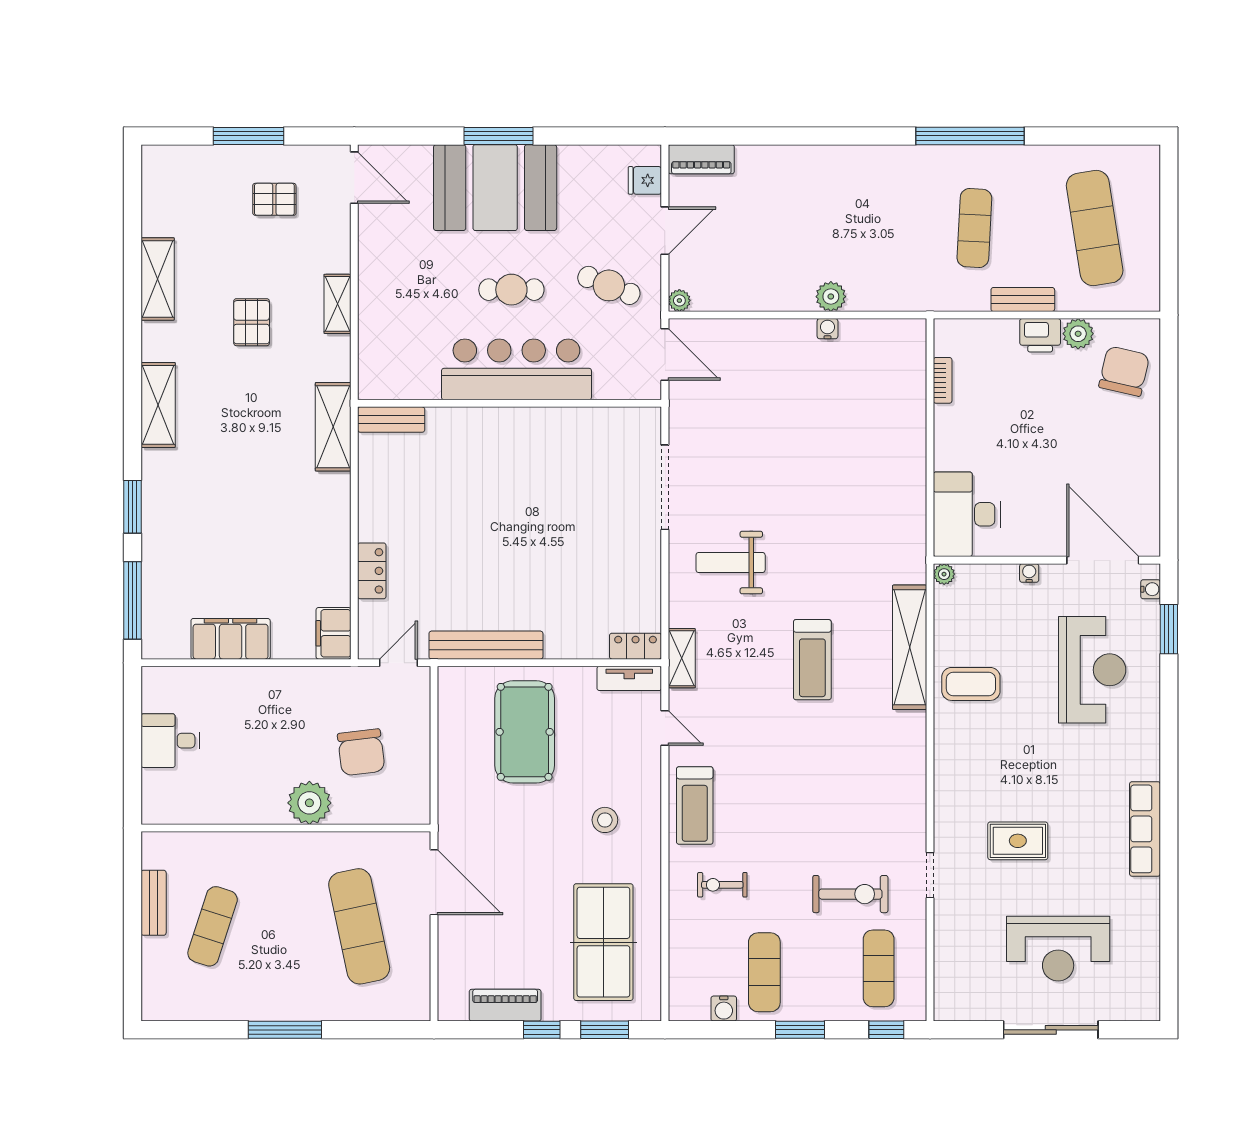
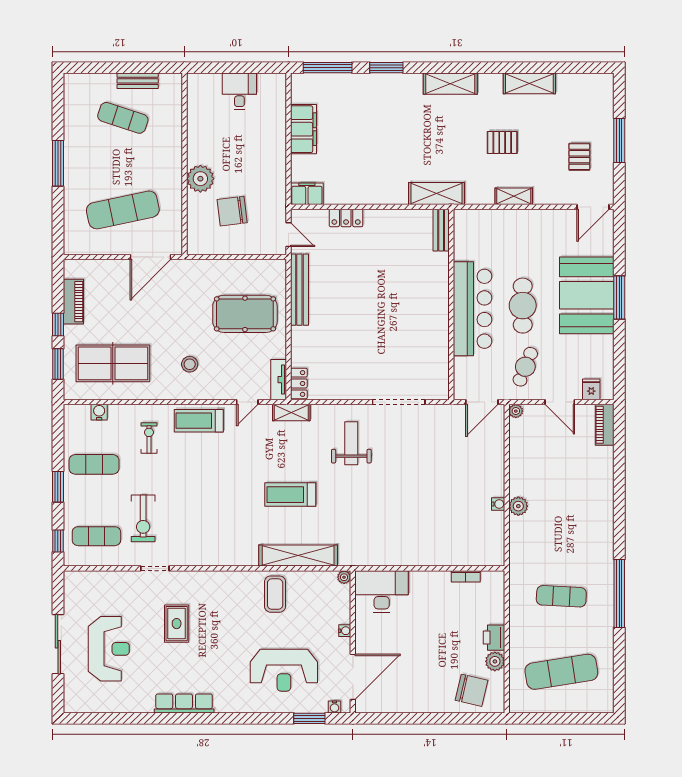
cafe table: (511, 290) -> (523, 306), width x1.37, depth x1.35
bench: (1023, 299) -> (517, 627), removed
reception desk: (1058, 949) -> (109, 649), turned 180
water cooler: (724, 1009) -> (99, 412), moved, turned 90

